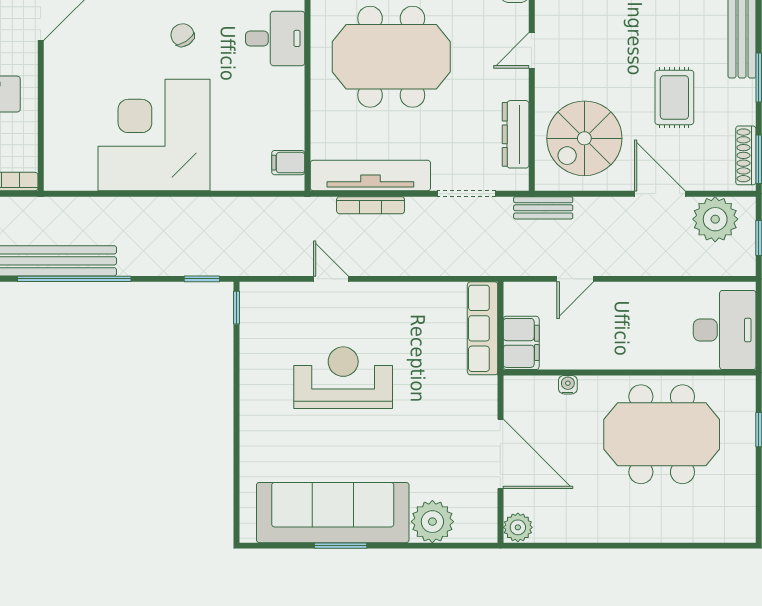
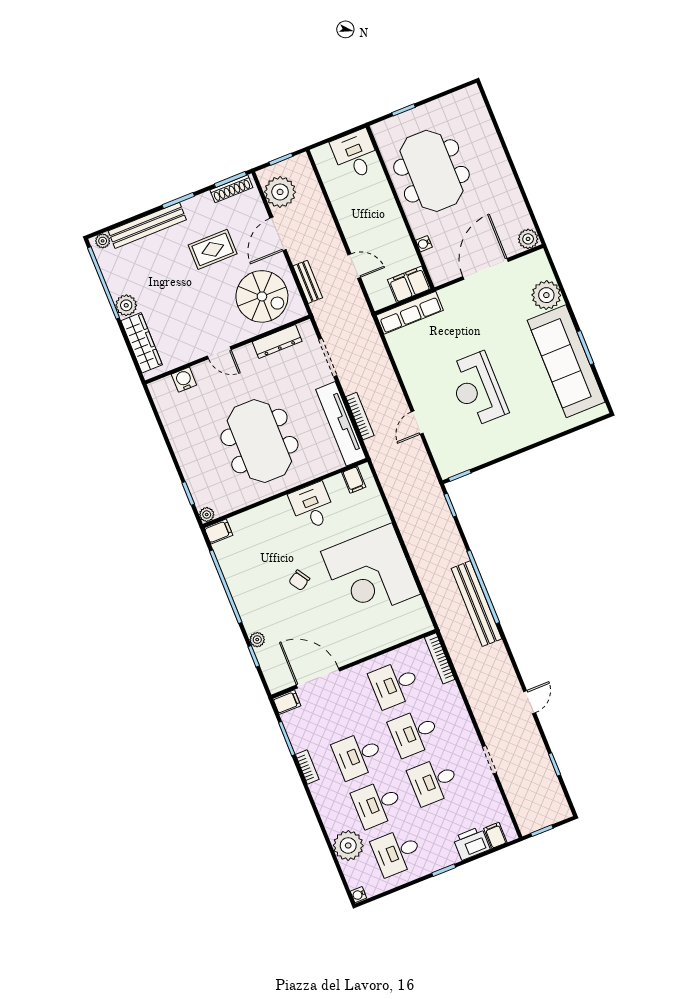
desk: (275, 38) -> (312, 506), moved
bench: (543, 208) -> (308, 282), moved
desk: (725, 330) -> (355, 155), width x0.73

